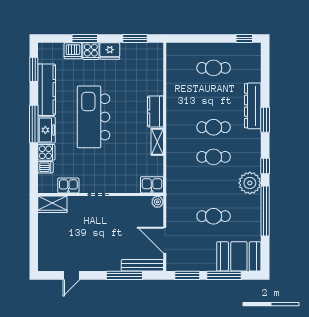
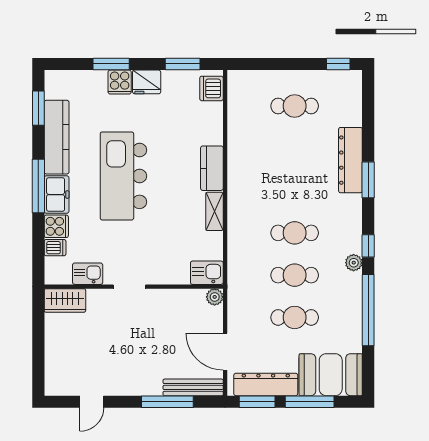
dishwasher: (73, 51) -> (211, 88), moved, turned 90
cafe table: (214, 127) -> (295, 275), moved
plant: (250, 183) -> (354, 263), width x0.53, depth x0.53
dresser: (193, 263) -> (266, 384), added

